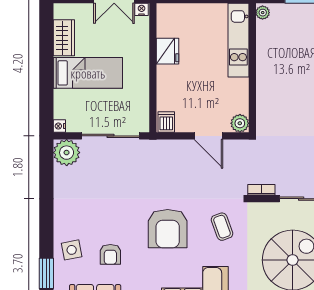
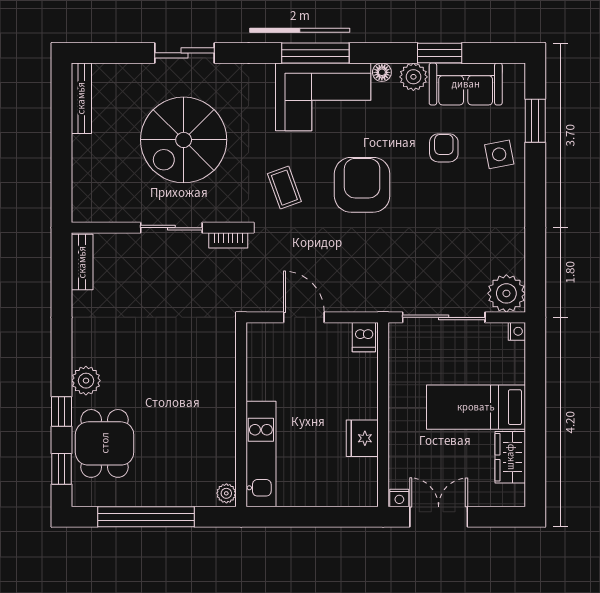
plant: (240, 123) -> (259, 335), removed

